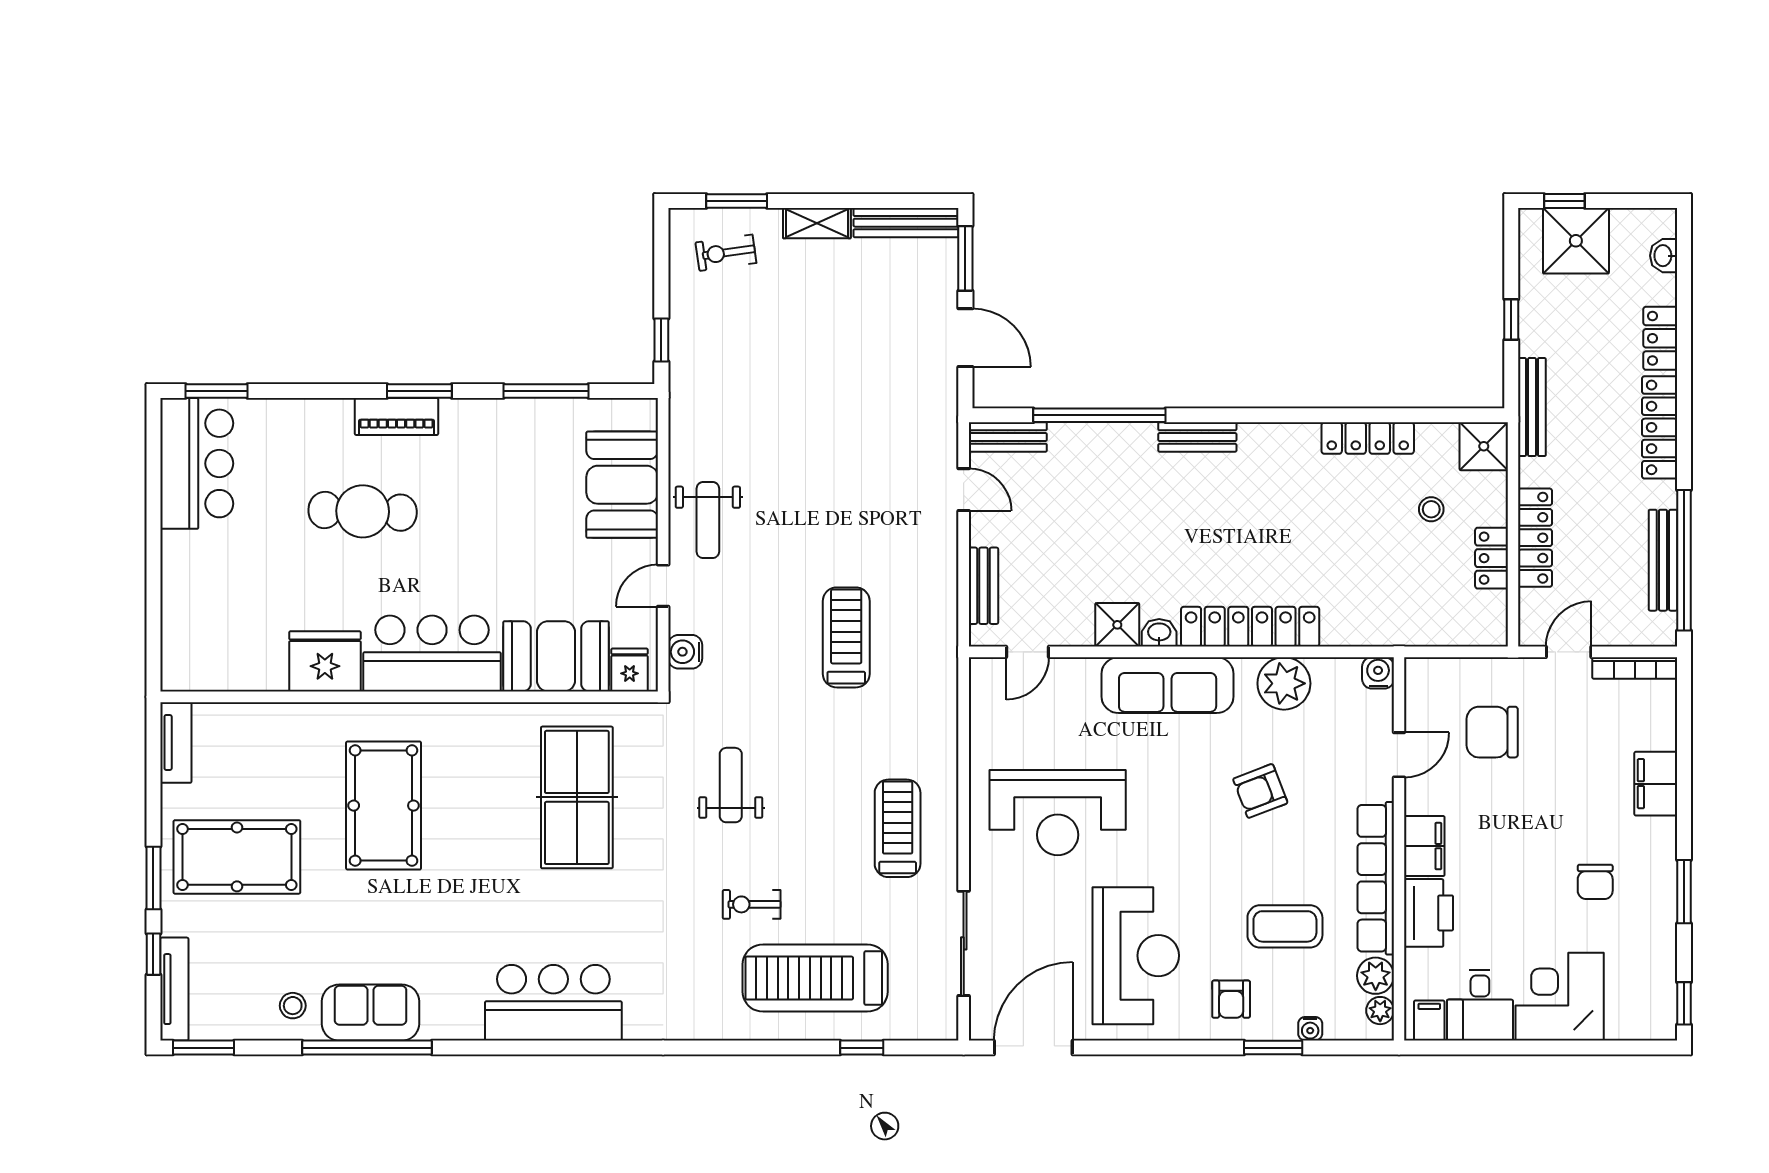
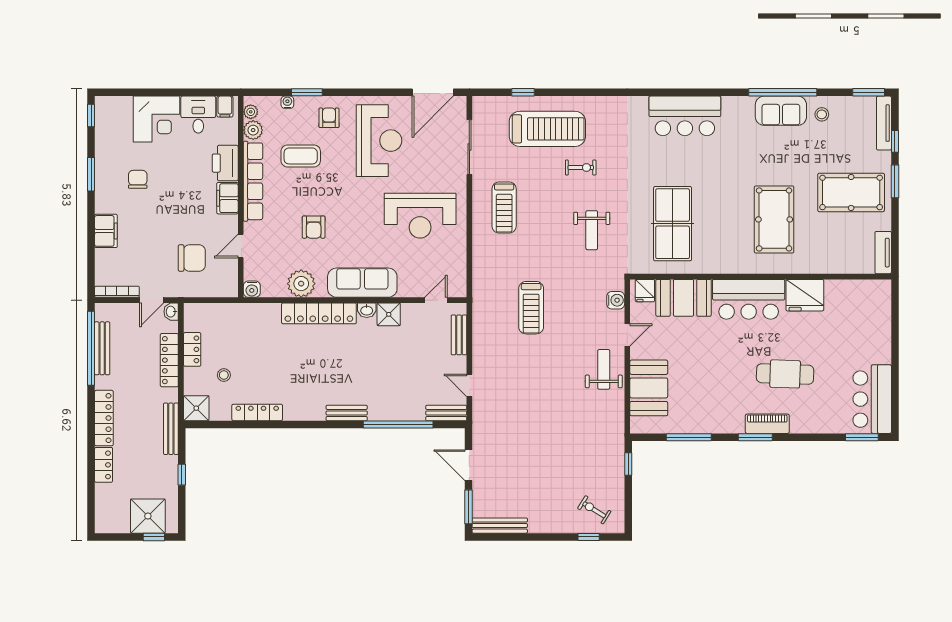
window: (737, 201) -> (589, 537), width x0.67
shelving: (817, 223) -> (546, 525), removed
exercise bike: (726, 253) -> (594, 510), turned -140
washbasin: (1664, 256) -> (171, 312), moved, turned 180
armchair: (1260, 791) -> (314, 227), turned 111
reception desk: (1058, 813) -> (420, 216), turned 180
reception desk: (1136, 956) -> (379, 141), turned 180

